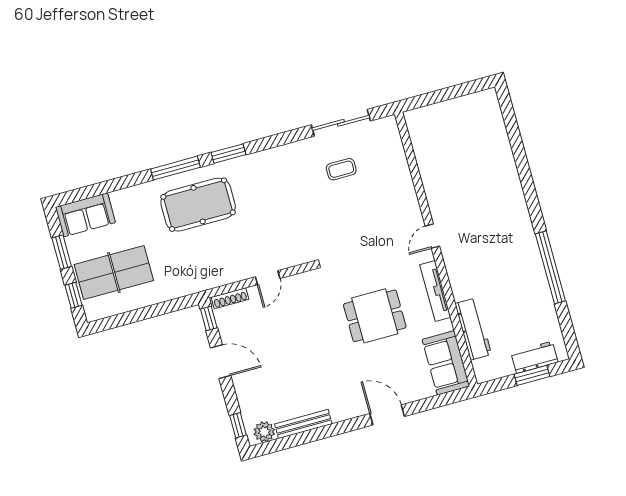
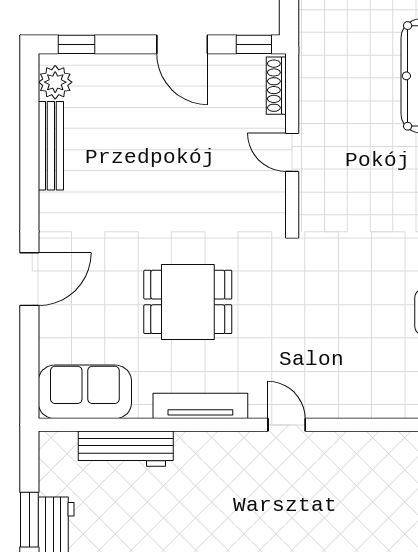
dining table: (375, 316) -> (188, 302), turned 90
door: (221, 362) -> (182, 44), hinge flipped

